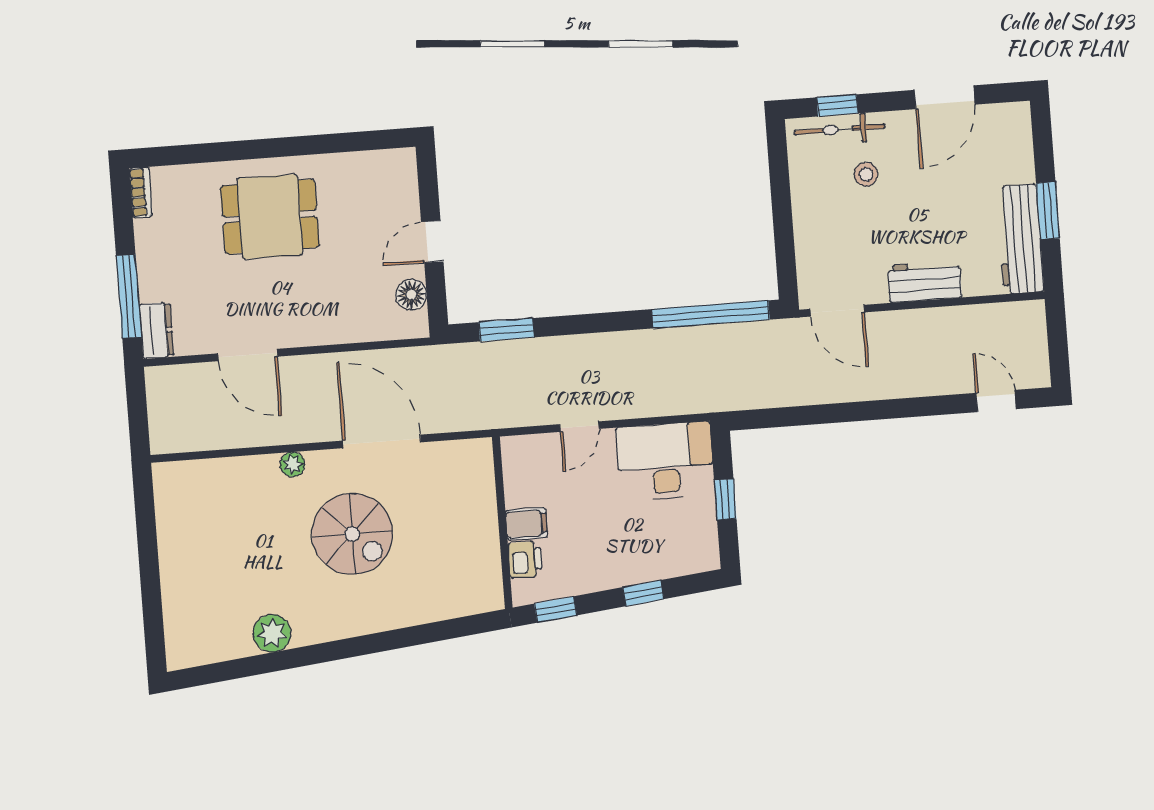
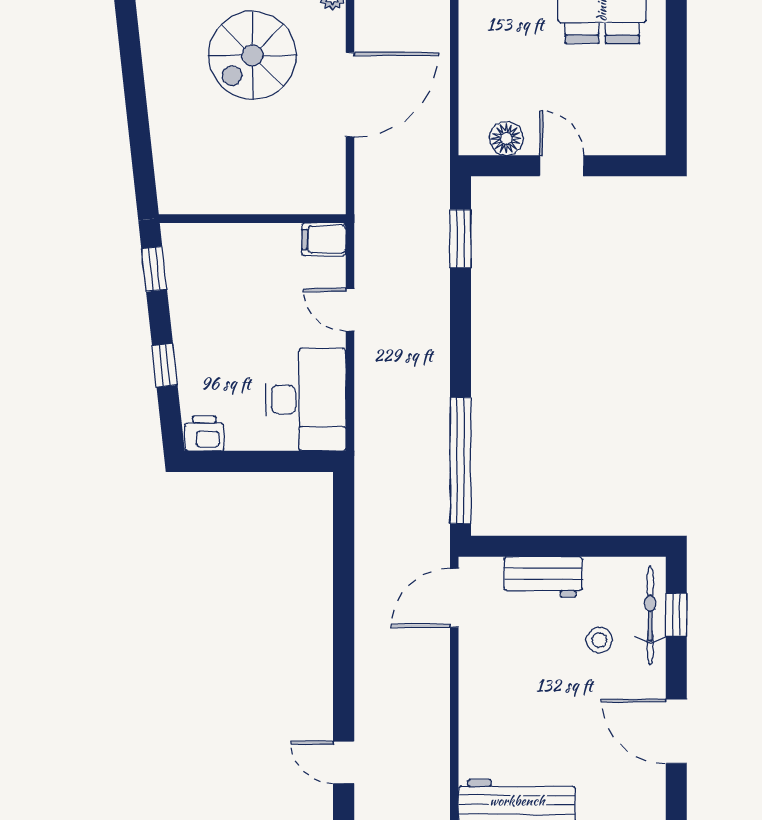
workbench: (925, 282) -> (543, 577), moved, turned 90
door: (996, 401) -> (344, 762), swing flipped
window: (725, 499) -> (259, 461), removed
filing cabinet: (527, 524) -> (324, 239), moved, turned 90
printer: (525, 559) -> (204, 433), moved, turned 180

